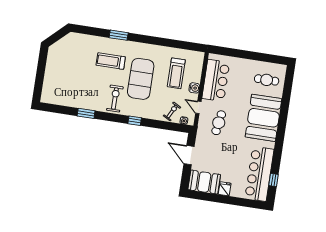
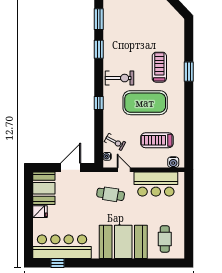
water cooler: (194, 88) -> (173, 162), moved
door: (198, 107) -> (124, 170), hinge flipped
window: (59, 109) -> (99, 19), added

